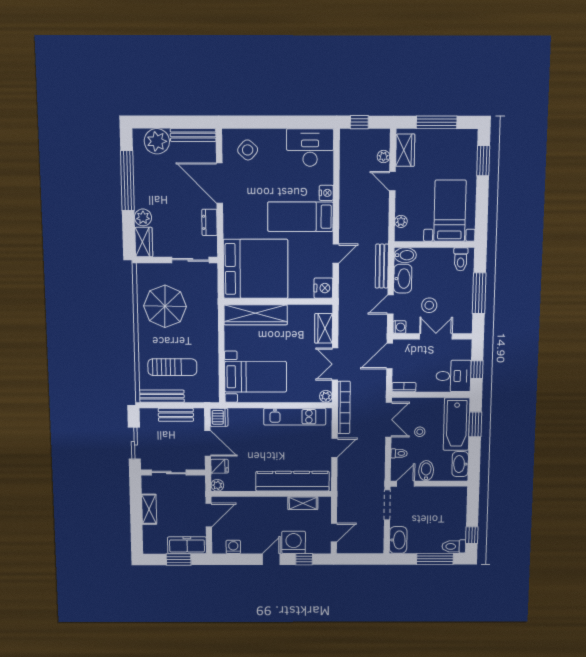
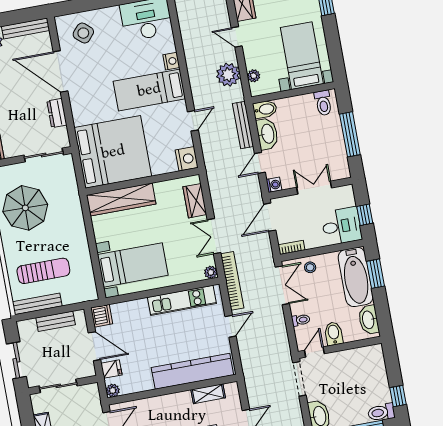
plant: (383, 157) -> (228, 75), moved, width x1.88, depth x1.88
stool: (429, 305) -> (300, 156), removed
stool: (420, 432) -> (310, 267), moved

